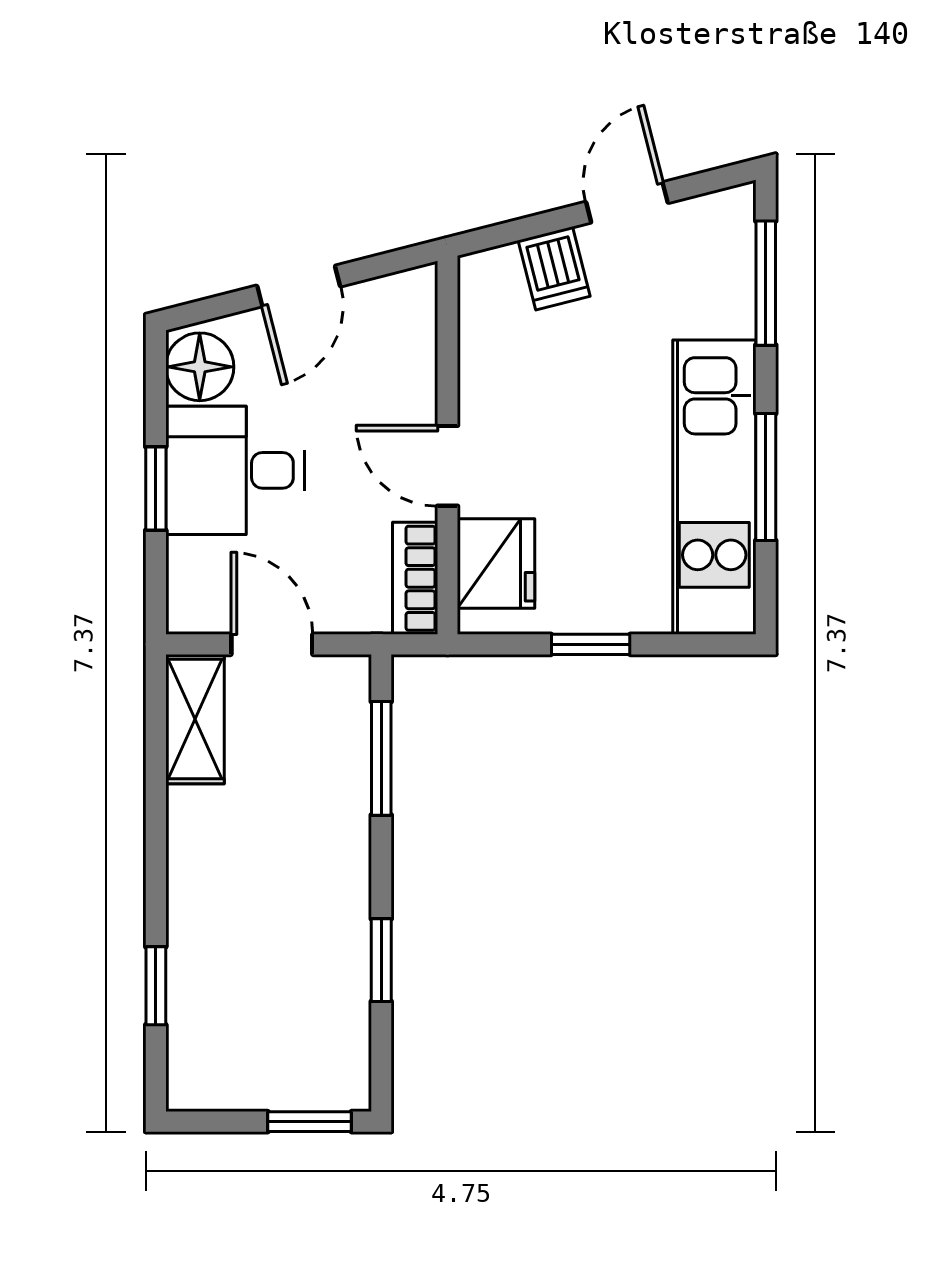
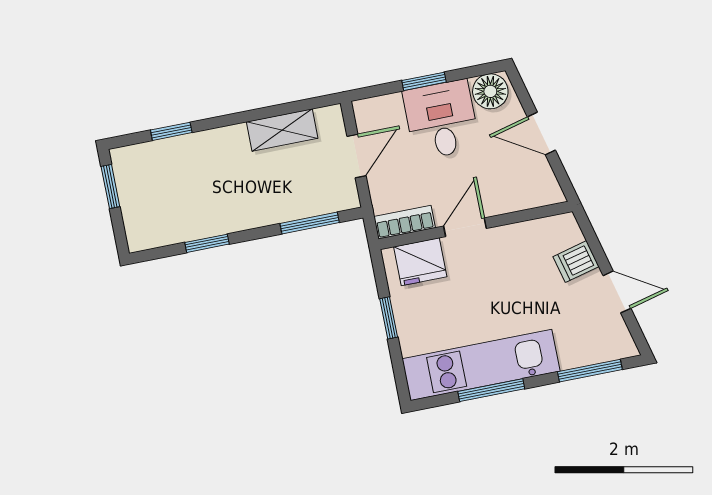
shelving: (195, 719) -> (282, 130), moved
window: (310, 1122) -> (110, 187), moved

